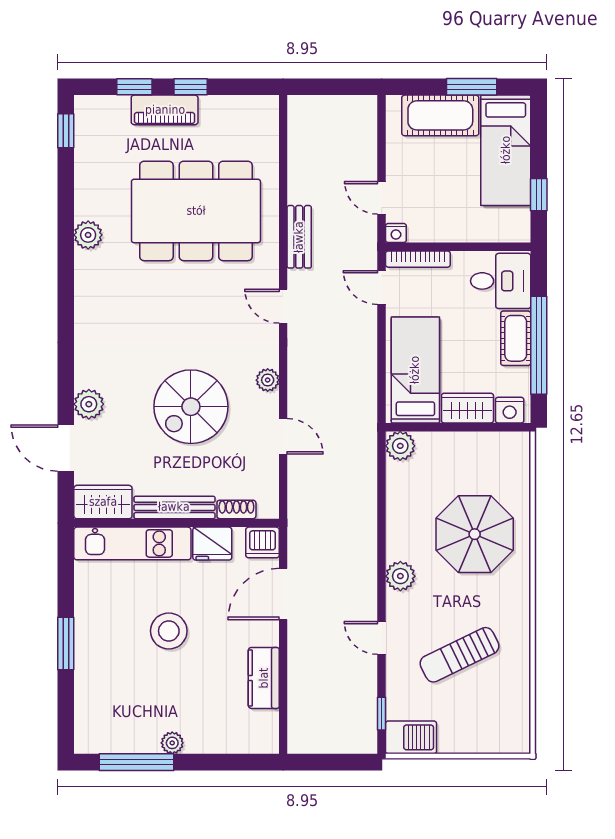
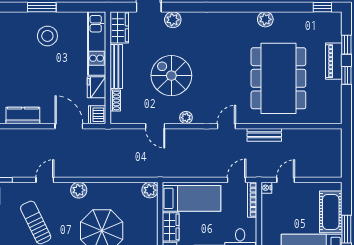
door: (283, 436) -> (155, 126), hinge flipped
stool: (169, 631) -> (47, 36), moved

